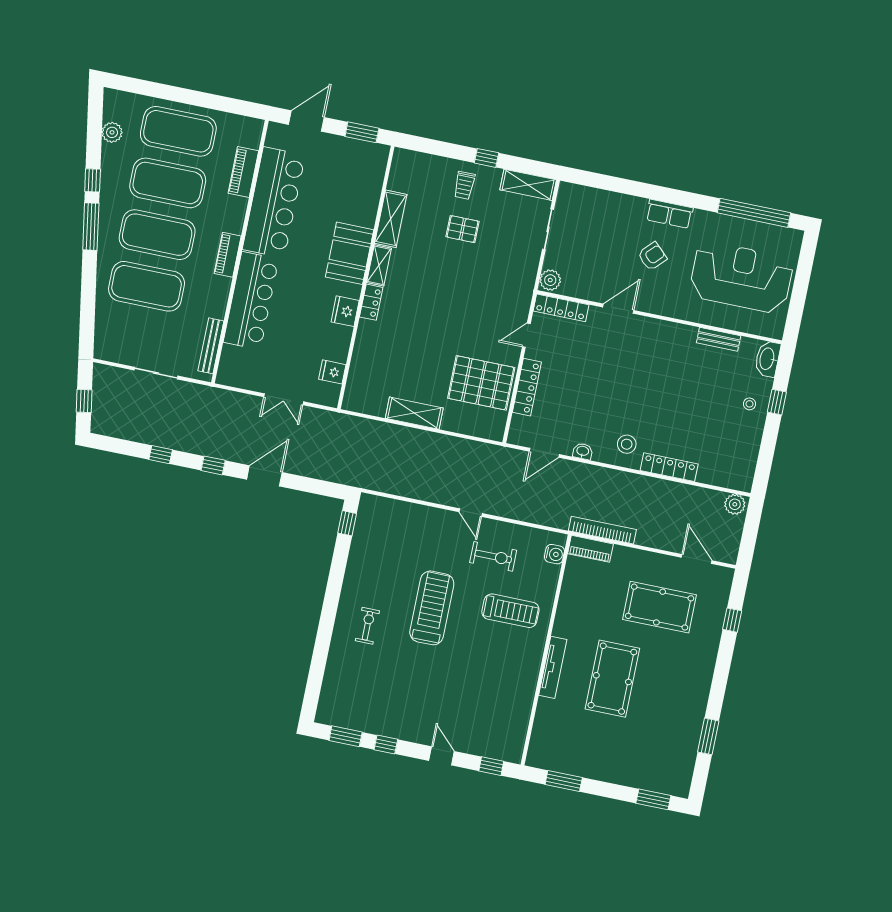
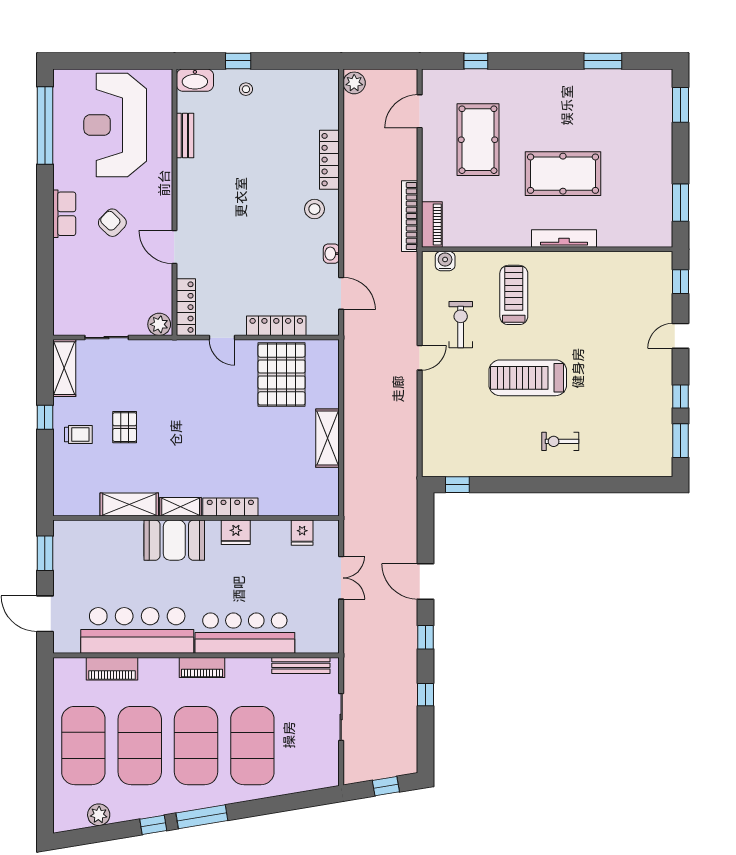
locker: (371, 302) -> (230, 507), width x1.53

